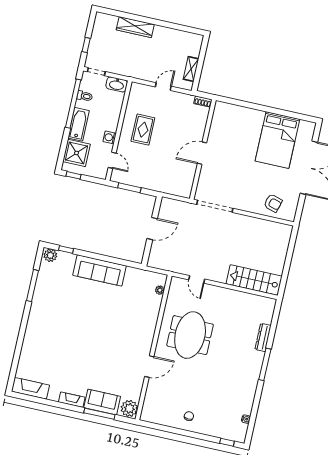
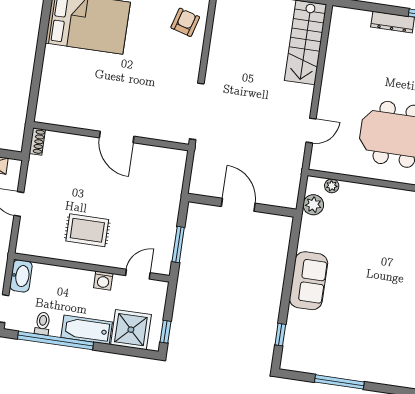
plant: (50, 255) -> (313, 205), moved
sofa: (100, 270) -> (309, 281), width x0.73

